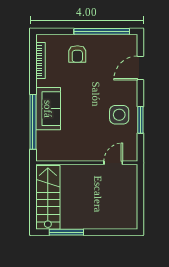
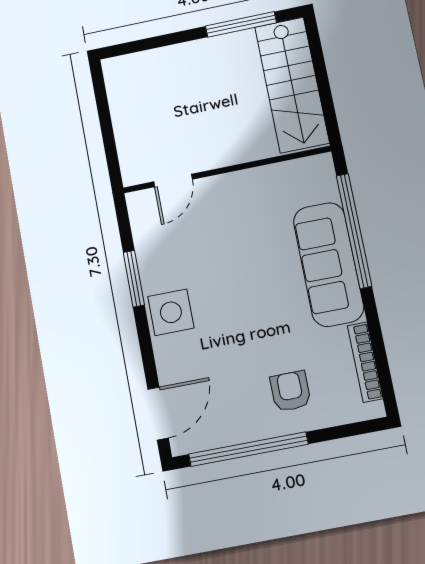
door: (140, 68) -> (158, 414), moved
sofa: (48, 109) -> (328, 264), width x1.36
side table: (119, 115) -> (171, 312), moved

